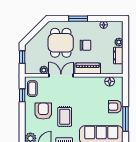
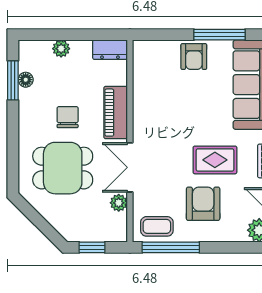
window: (78, 19) -> (13, 80), moved
dresser: (118, 55) -> (110, 50), moved
floor lamp: (110, 81) -> (142, 67), removed
window: (22, 95) -> (171, 247), width x2.17
armchair: (43, 111) -> (203, 204), turned 90

